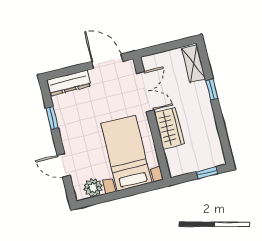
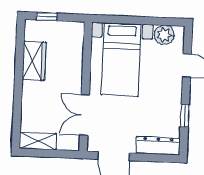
shelving: (194, 64) -> (38, 141), moved, turned 90
window: (212, 89) -> (18, 98), removed
wardrobe: (169, 128) -> (34, 61), moved, turned 180

